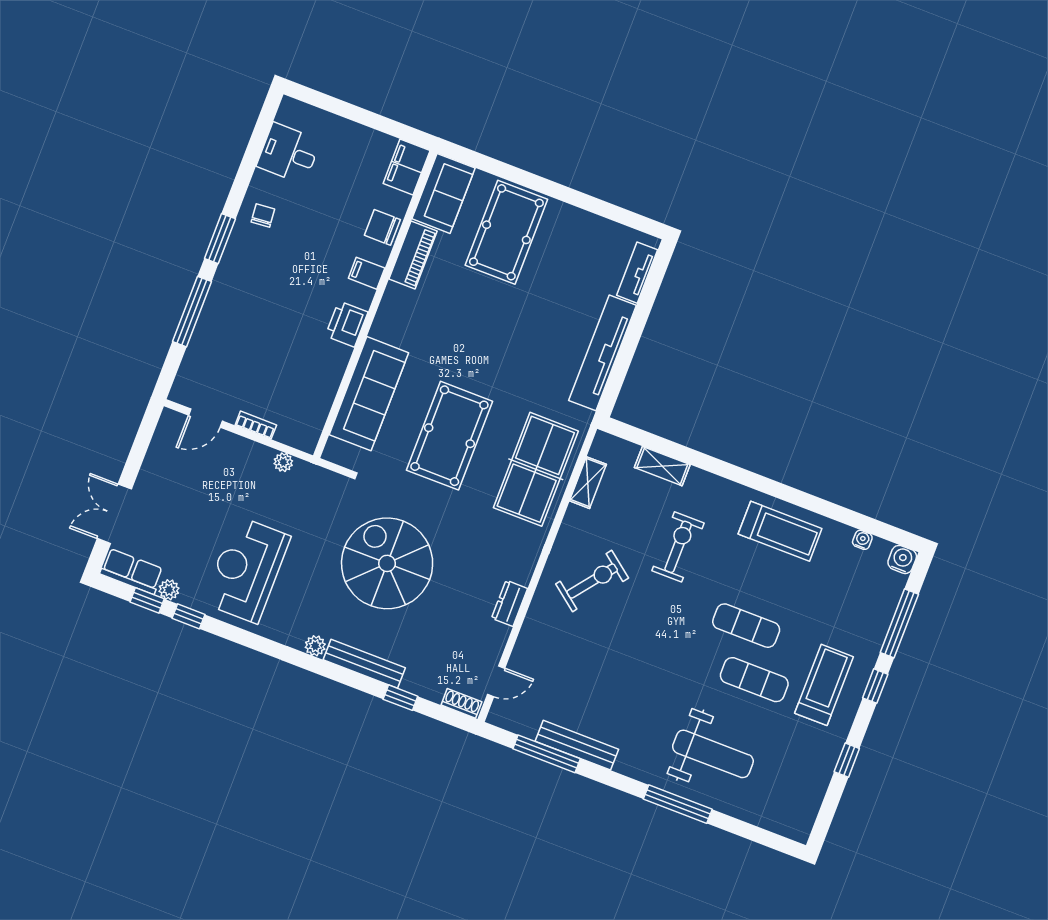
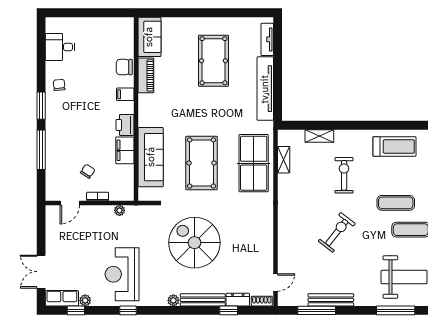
filing cabinet: (407, 167) -> (125, 150), moved
pool table: (506, 232) -> (213, 61), moved
chair: (255, 377) -> (88, 171), added
exercise bike: (592, 581) -> (337, 232), moved
dresser: (510, 603) -> (238, 300), moved, turned 90
window: (189, 616) -> (128, 310), moved

